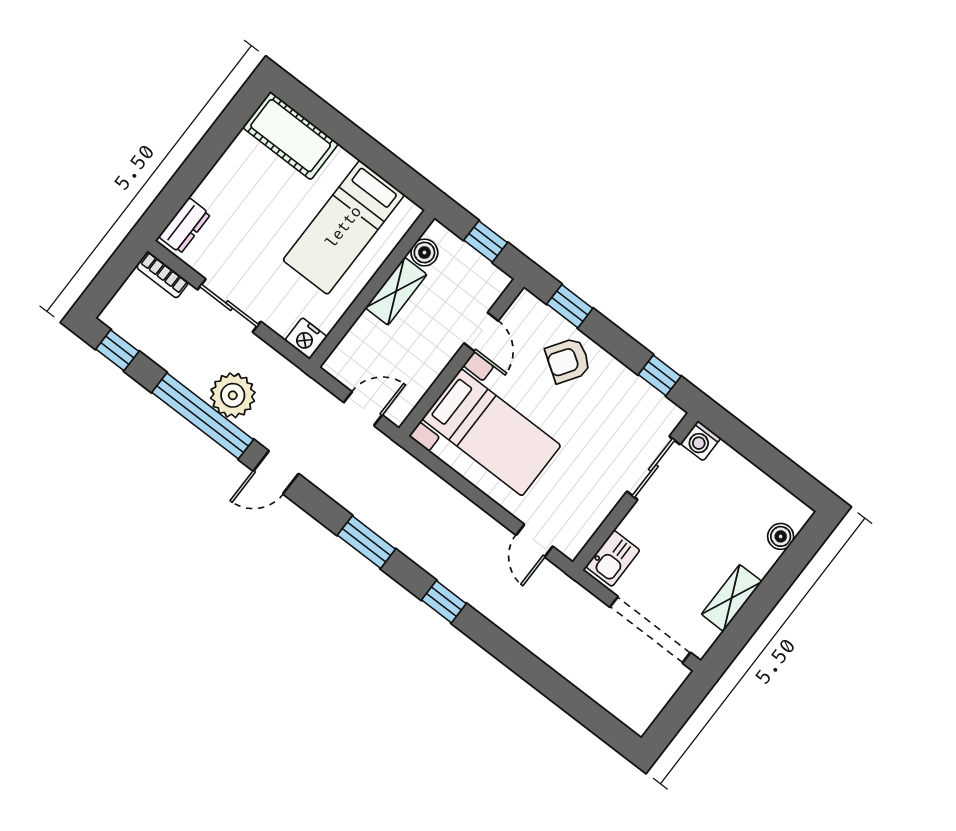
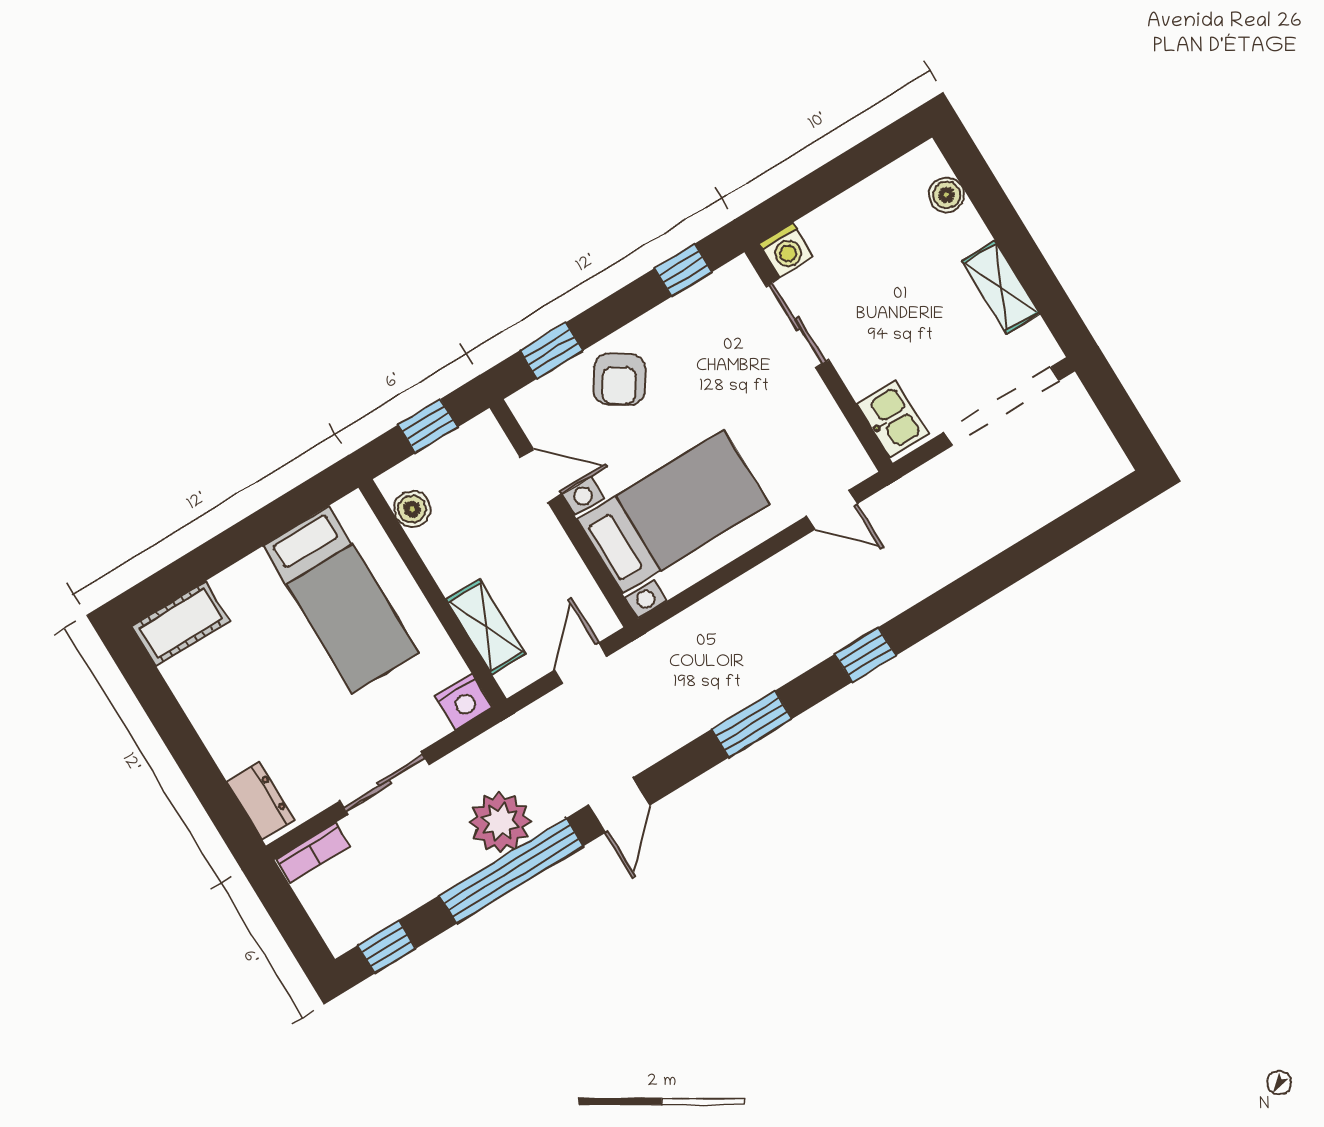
cot: (291, 136) -> (181, 624), width x0.73, depth x0.75
shelving: (396, 291) -> (486, 627), moved

